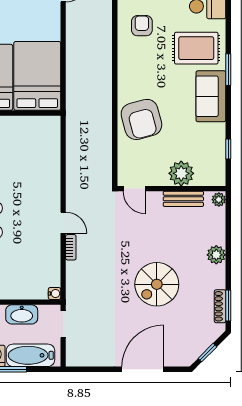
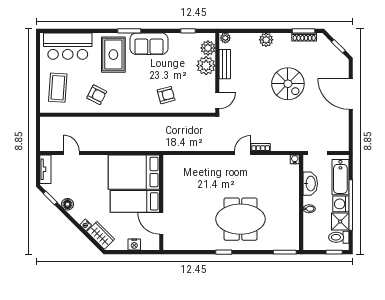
armchair: (142, 26) -> (97, 95), turned -153
armchair: (141, 119) -> (166, 95), width x0.53, depth x0.53
plant: (205, 176) -> (208, 48), added

